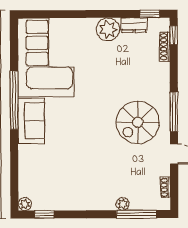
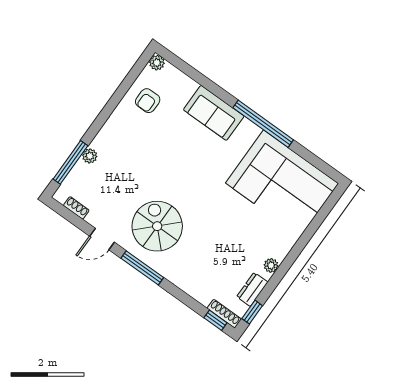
plant: (108, 29) -> (271, 265), width x0.53, depth x0.53
shoe rack: (165, 47) -> (224, 314), moved
sofa: (31, 121) -> (214, 113), moved
armchair: (56, 191) -> (148, 101), added
window: (44, 214) -> (134, 74), removed

